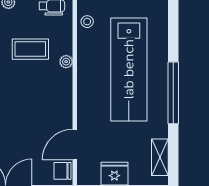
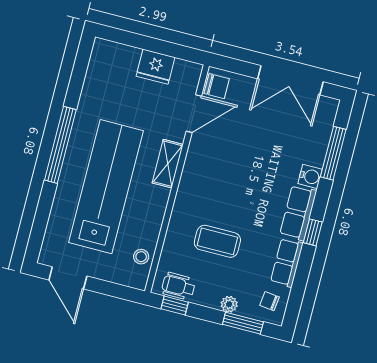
plant: (66, 62) -> (179, 215), removed
shelving: (160, 157) -> (168, 164), moved

